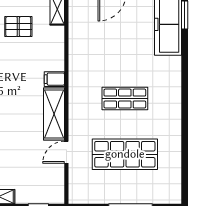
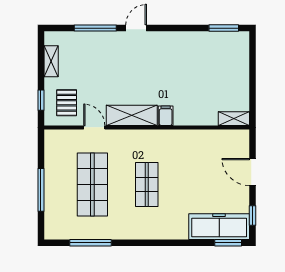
pallet: (18, 27) -> (67, 103), moved
window: (185, 156) -> (90, 243), added

